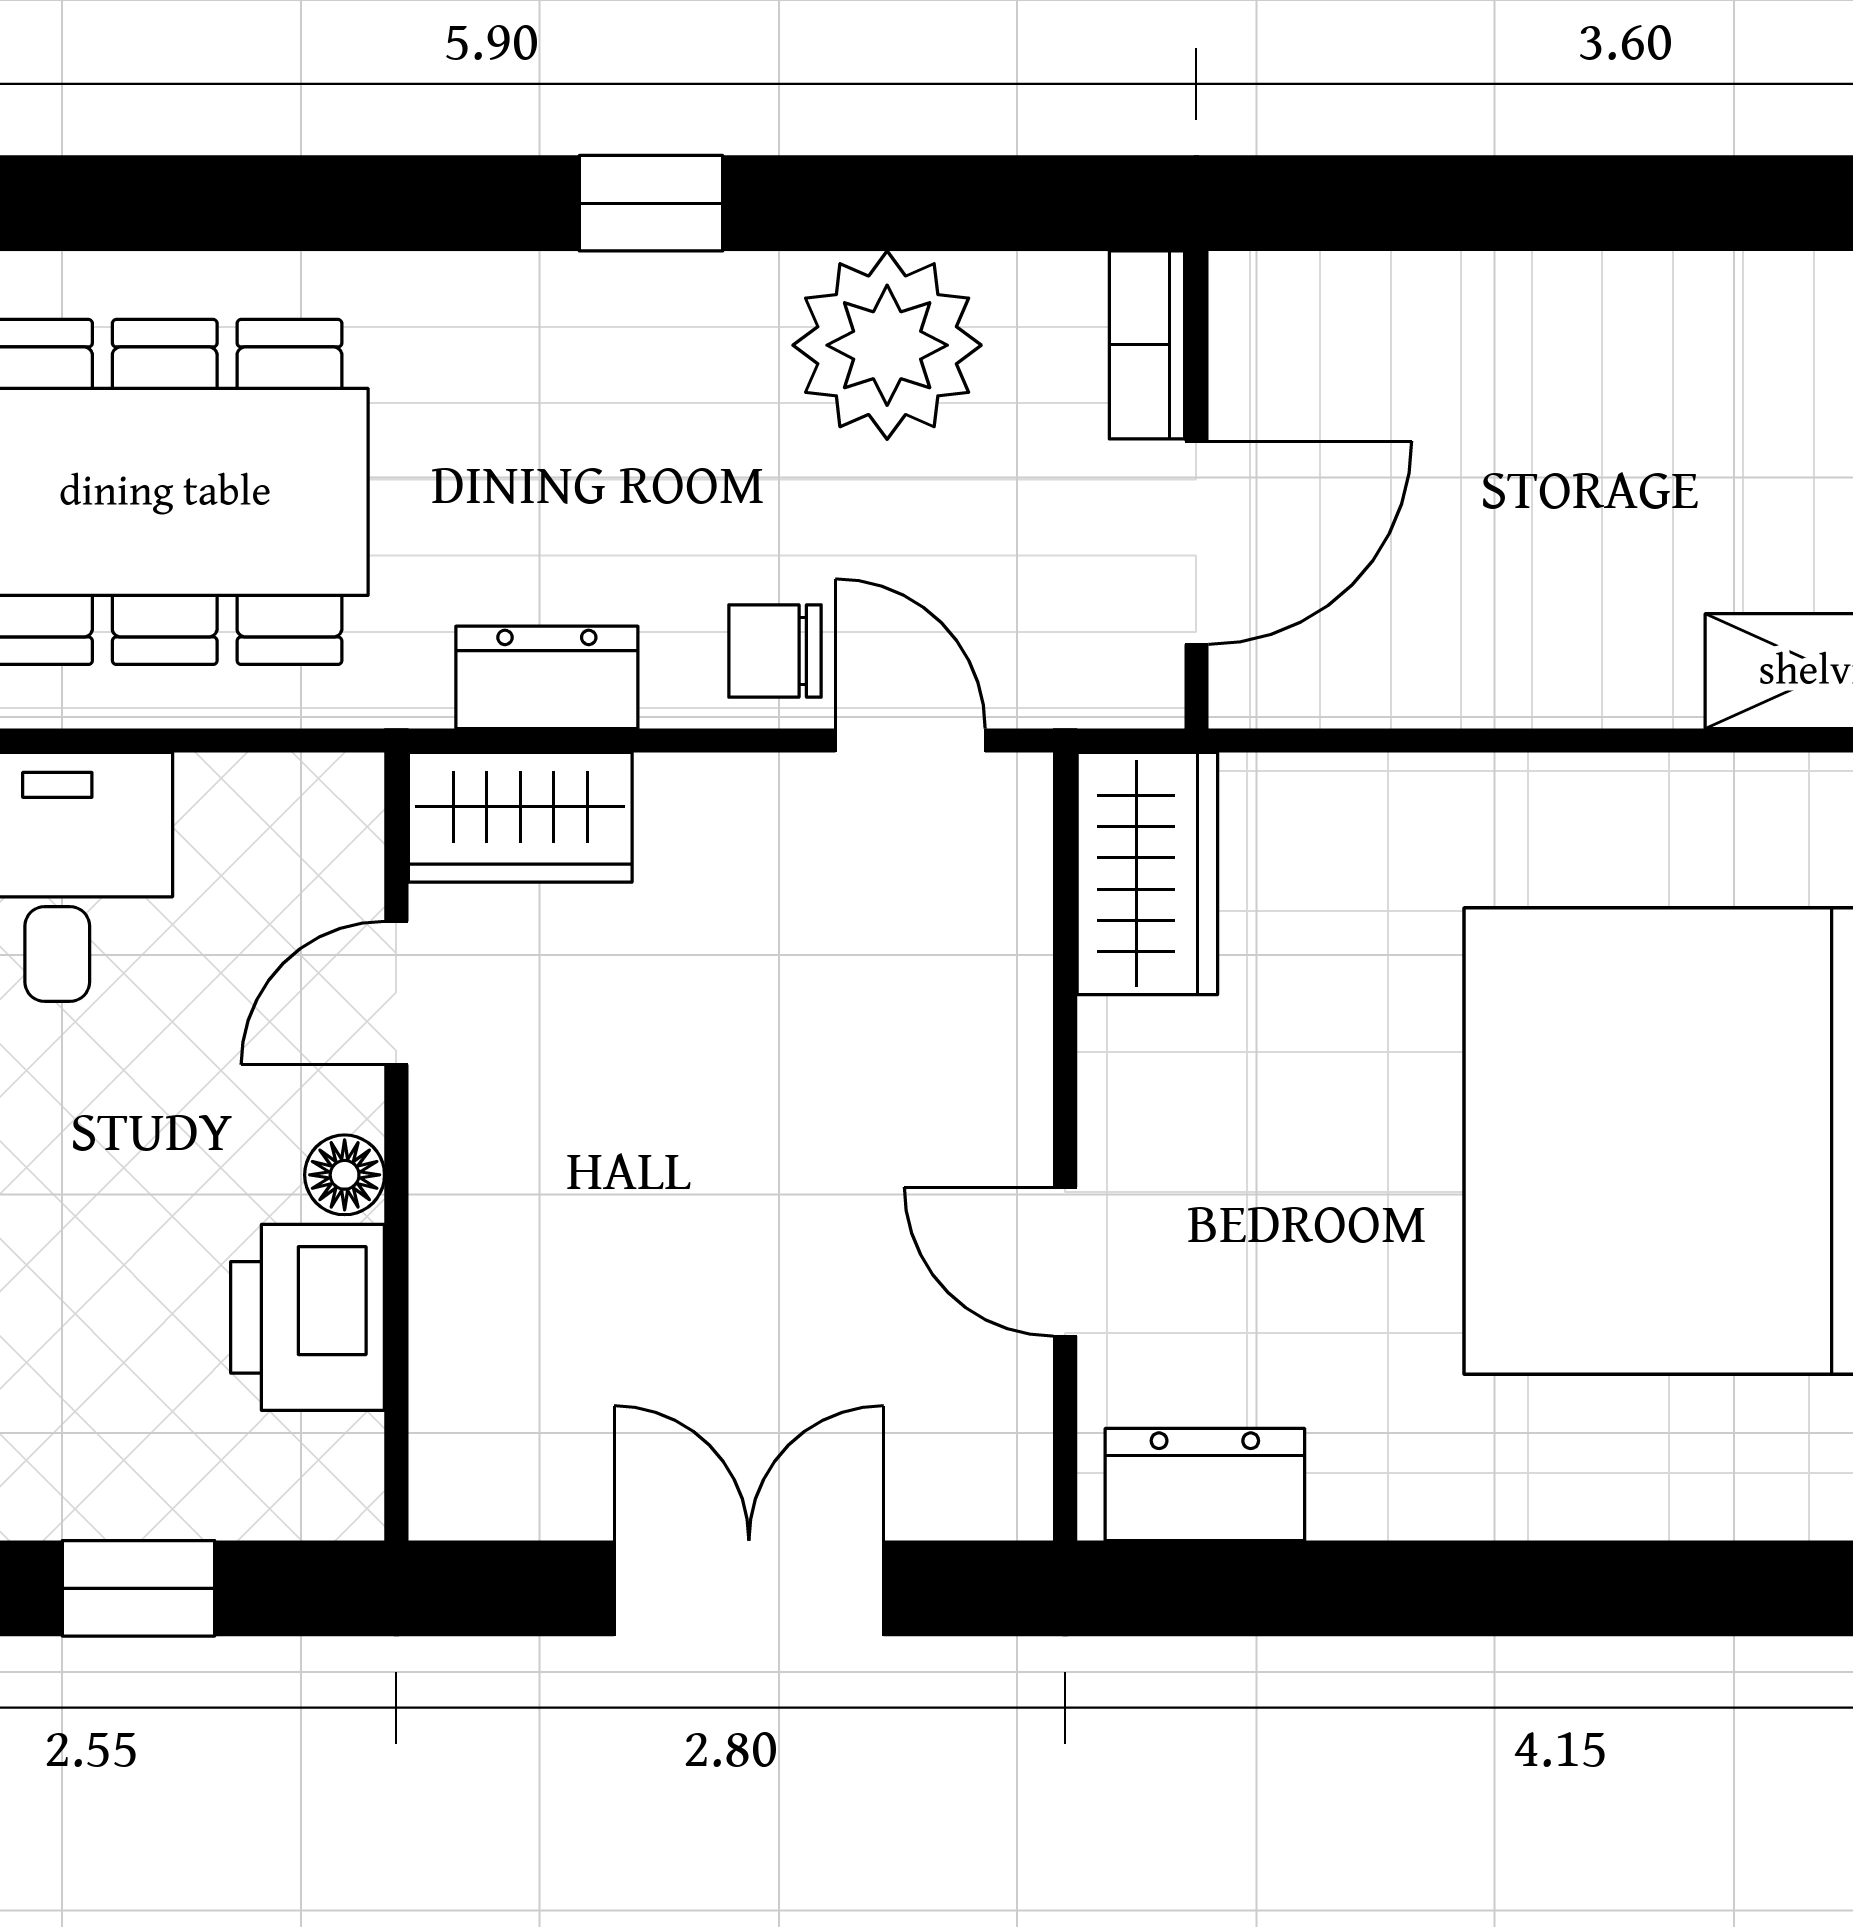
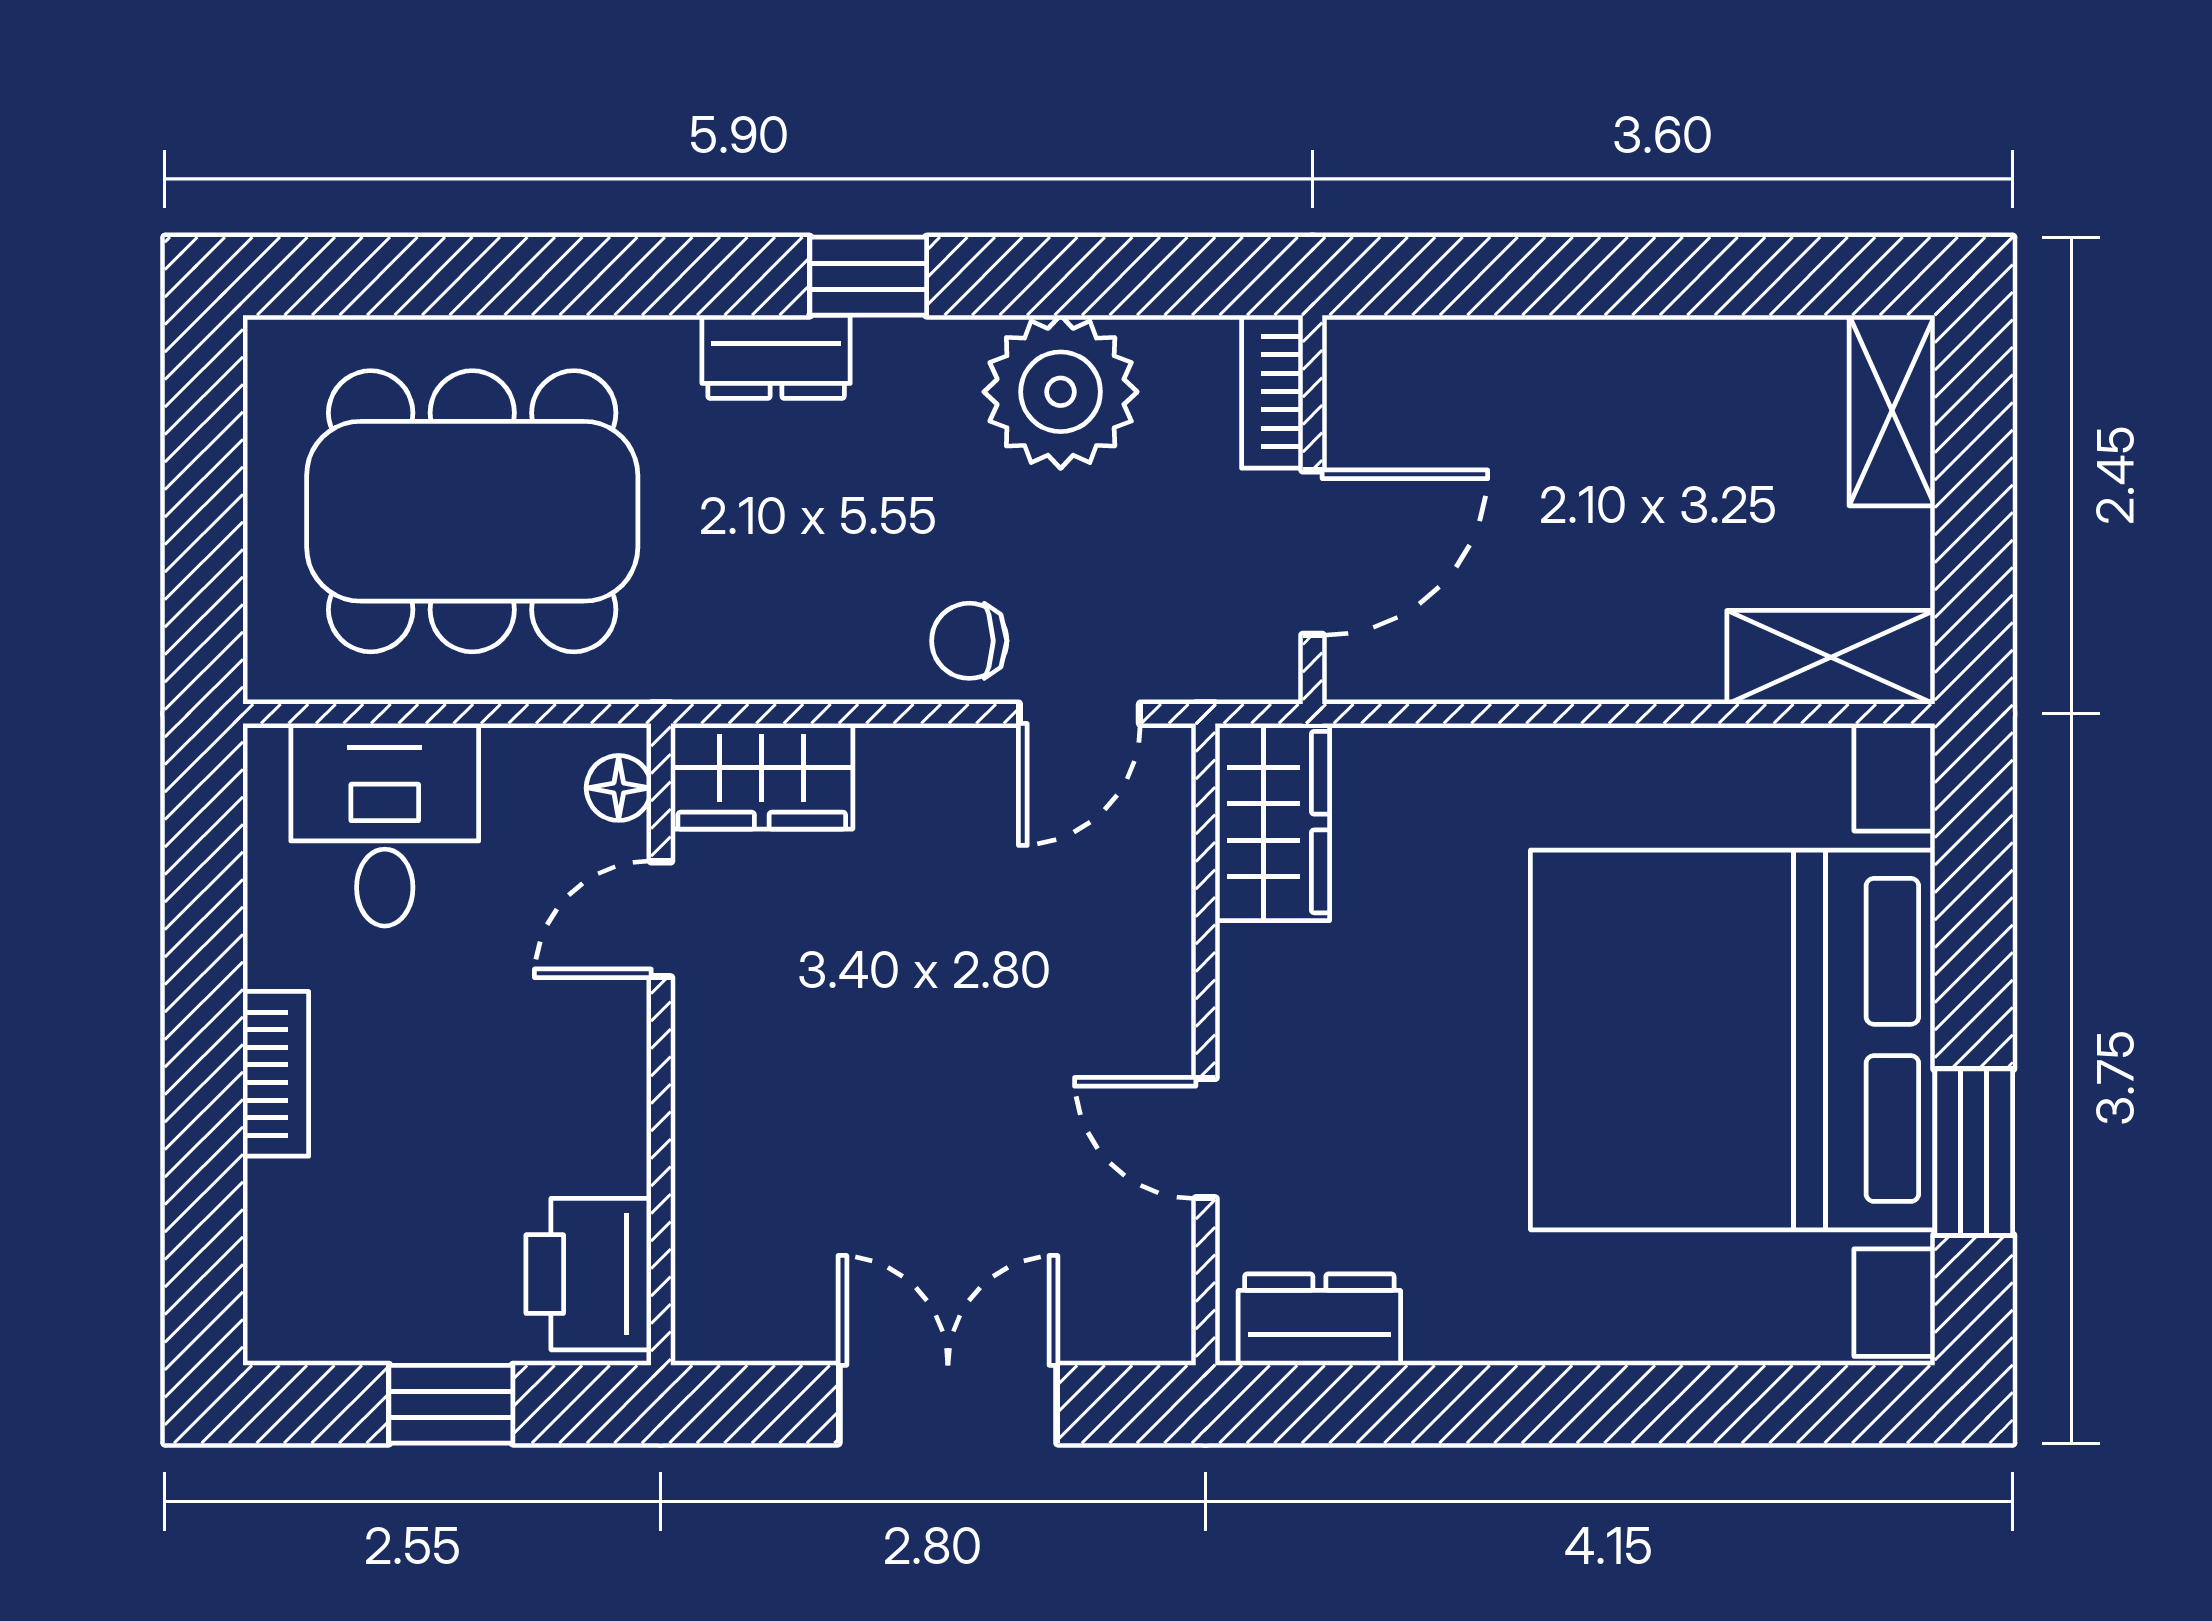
dresser: (547, 677) -> (776, 357), moved, turned 180
door: (910, 741) -> (1079, 714), swing flipped
floor lamp: (345, 1175) -> (619, 788), moved
printer: (308, 1317) -> (589, 1274), moved

